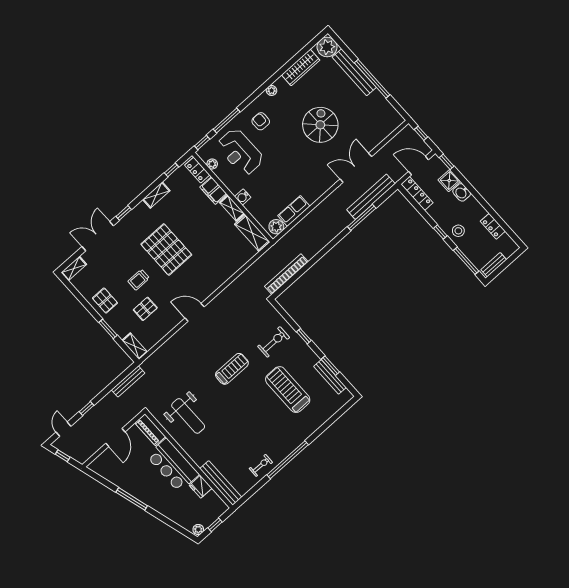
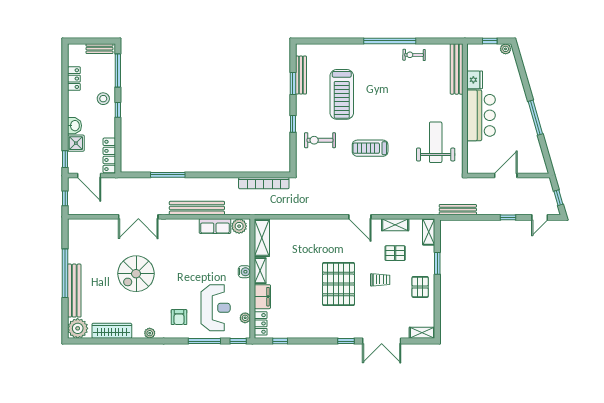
shelving: (156, 195) -> (395, 225), moved
bench: (371, 197) -> (197, 208), moved
piano: (150, 430) -> (474, 158), removed

